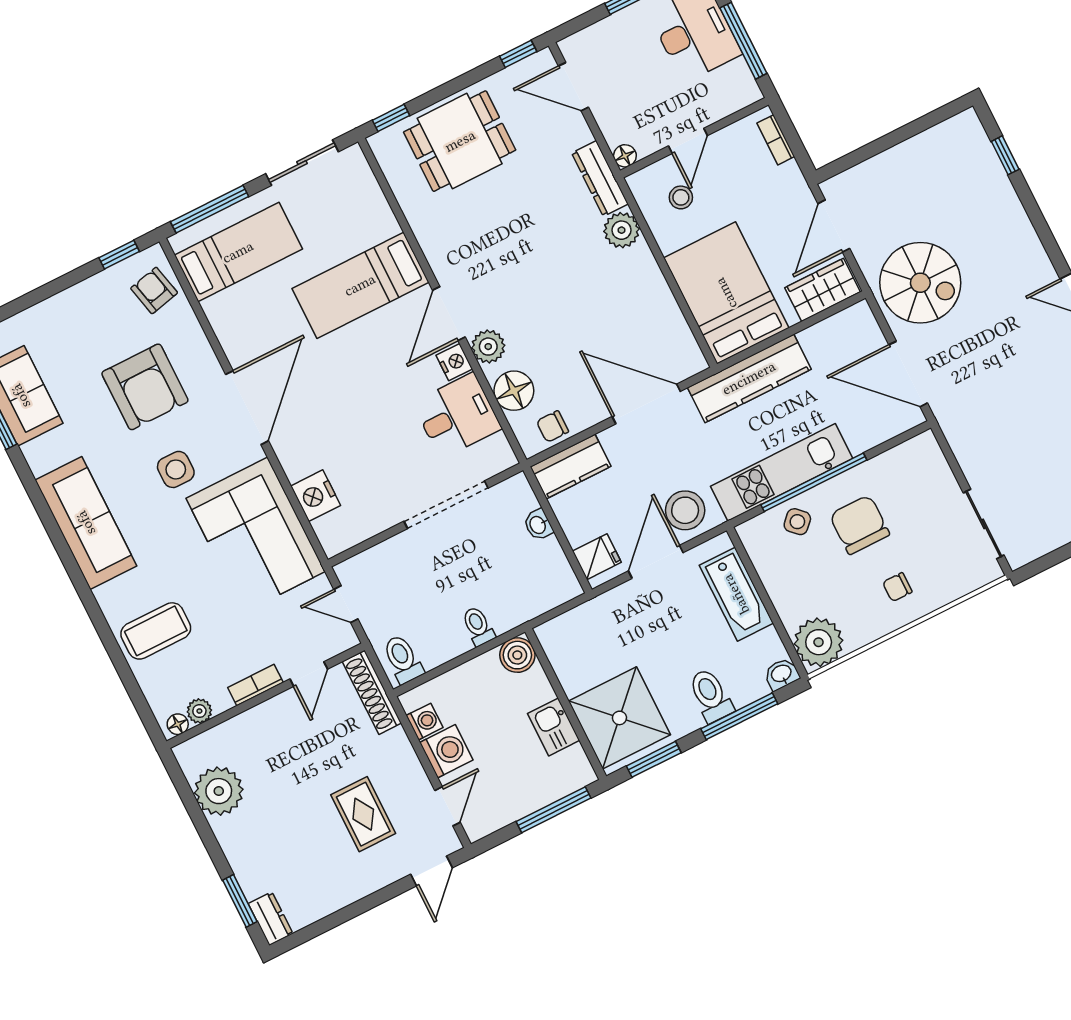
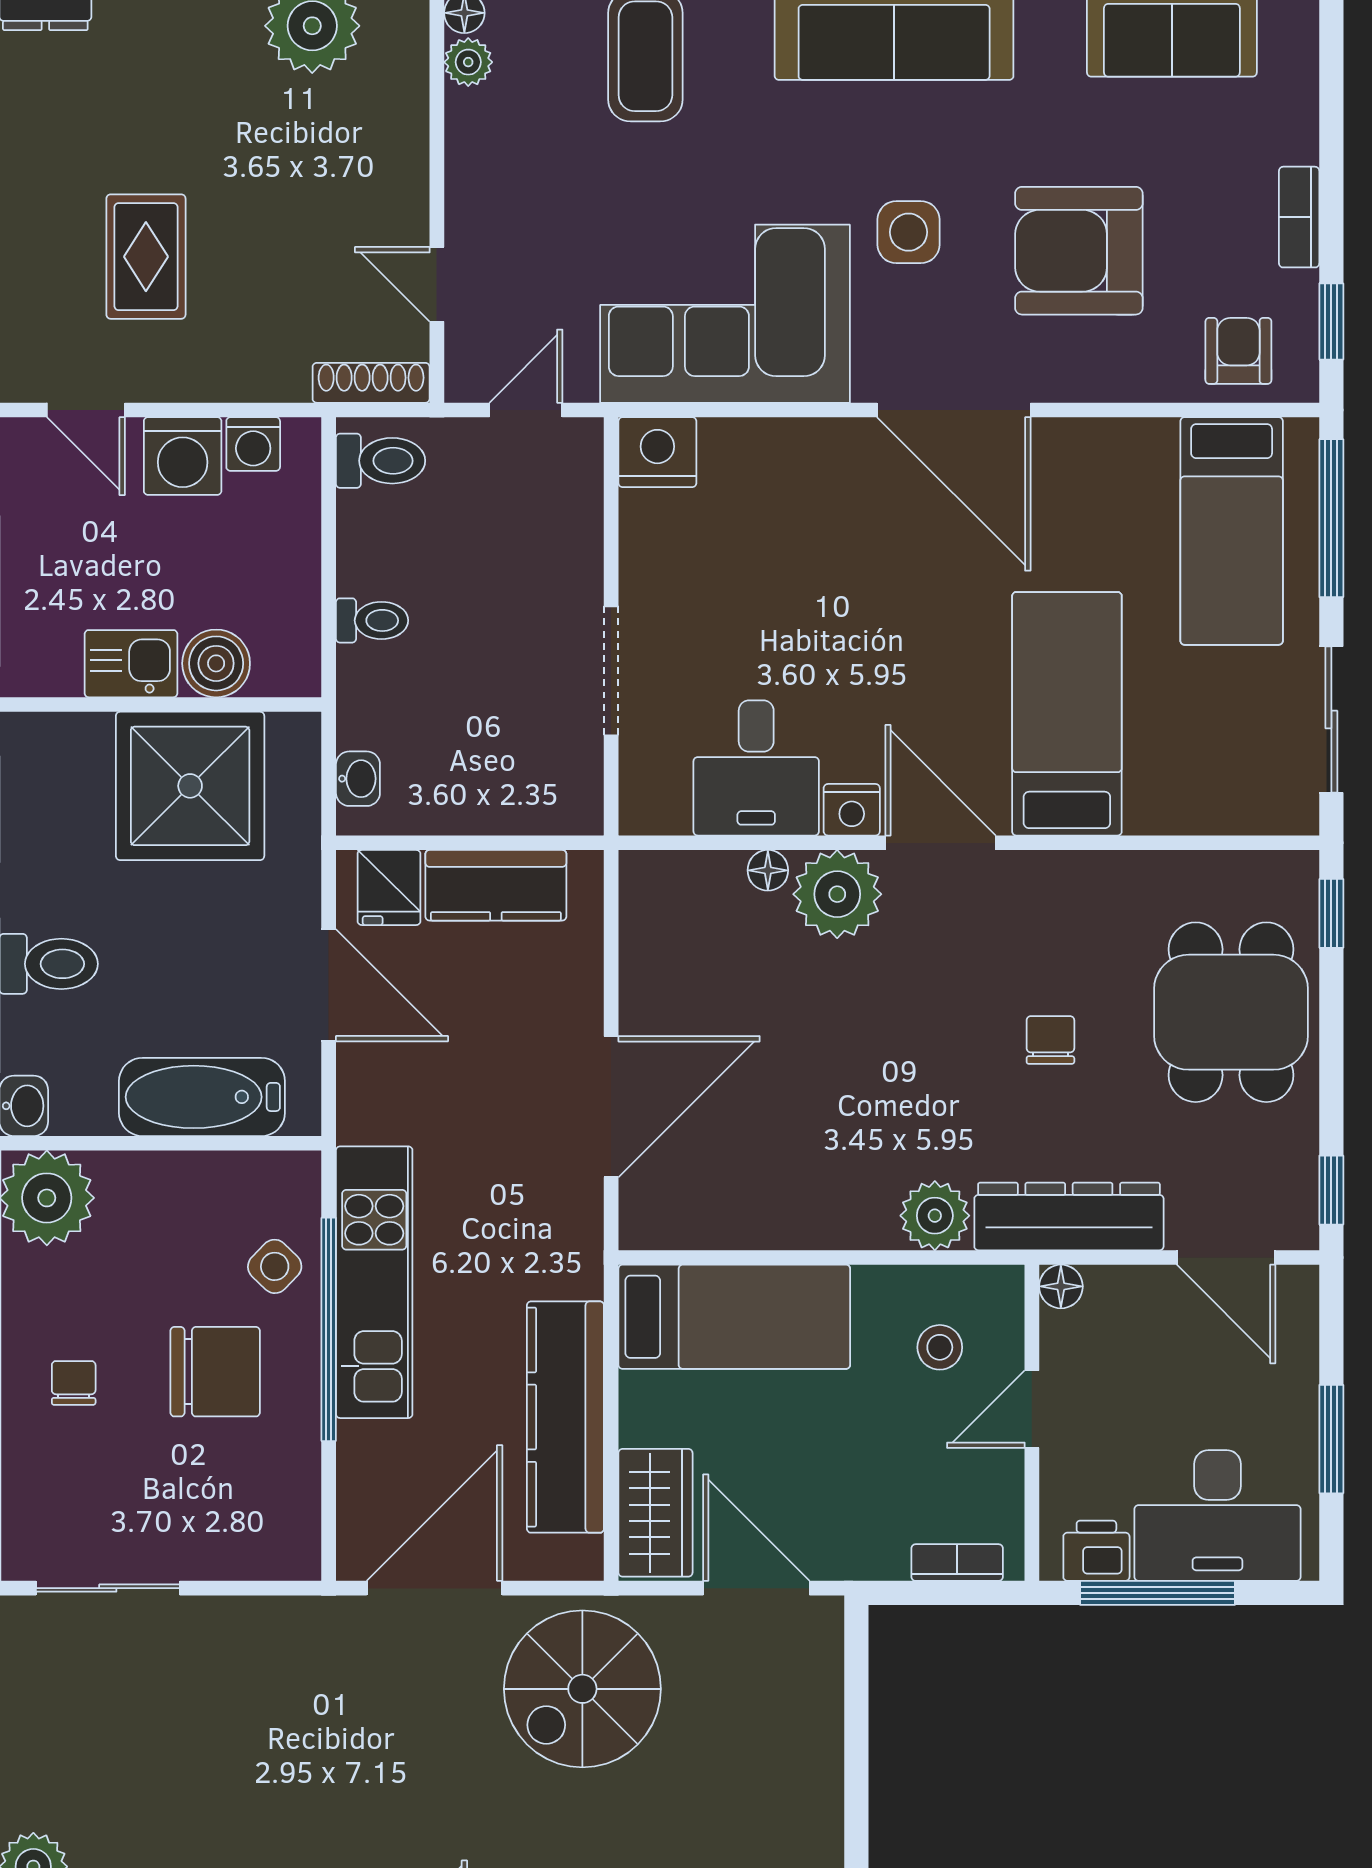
printer: (738, 78) -> (1096, 1551), added
door: (573, 87) -> (1226, 1257), swing flipped
door: (688, 141) -> (1032, 1409), hinge flipped
dresser: (600, 178) -> (1069, 1216), width x1.37, depth x1.24
armchair: (154, 290) -> (1238, 351), turned -77
bed: (726, 293) -> (734, 1317), width x0.67
plant: (488, 347) -> (837, 894), width x1.36, depth x1.36
kitchen counter: (749, 378) -> (565, 1417), moved
floor lamp: (514, 391) -> (768, 870), width x0.53, depth x0.53
chair: (553, 426) -> (1050, 1040), moved
kitchen counter: (571, 467) -> (496, 885), moved, turned -90
nightstand: (316, 496) -> (657, 452), moved
doorway: (446, 505) -> (611, 671), width x0.73
stool: (685, 510) -> (392, 1081), removed
washbasin: (538, 525) -> (358, 779), moved, turned 90
boiler: (517, 655) -> (216, 663), moved
bookcase: (255, 685) -> (1299, 217), moved, turned 180
shoe rack: (372, 692) -> (371, 383), width x0.74, depth x0.81
shower: (619, 718) -> (190, 786), moved
rug: (363, 814) -> (146, 257), turned 90

